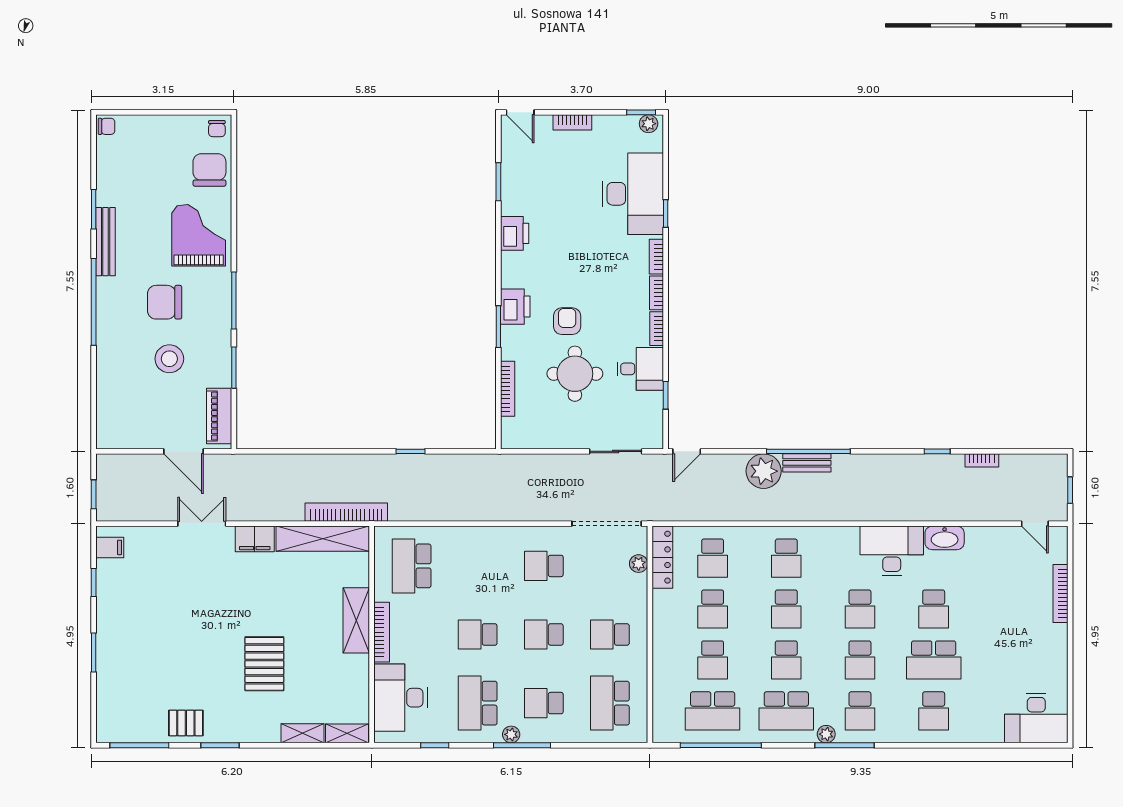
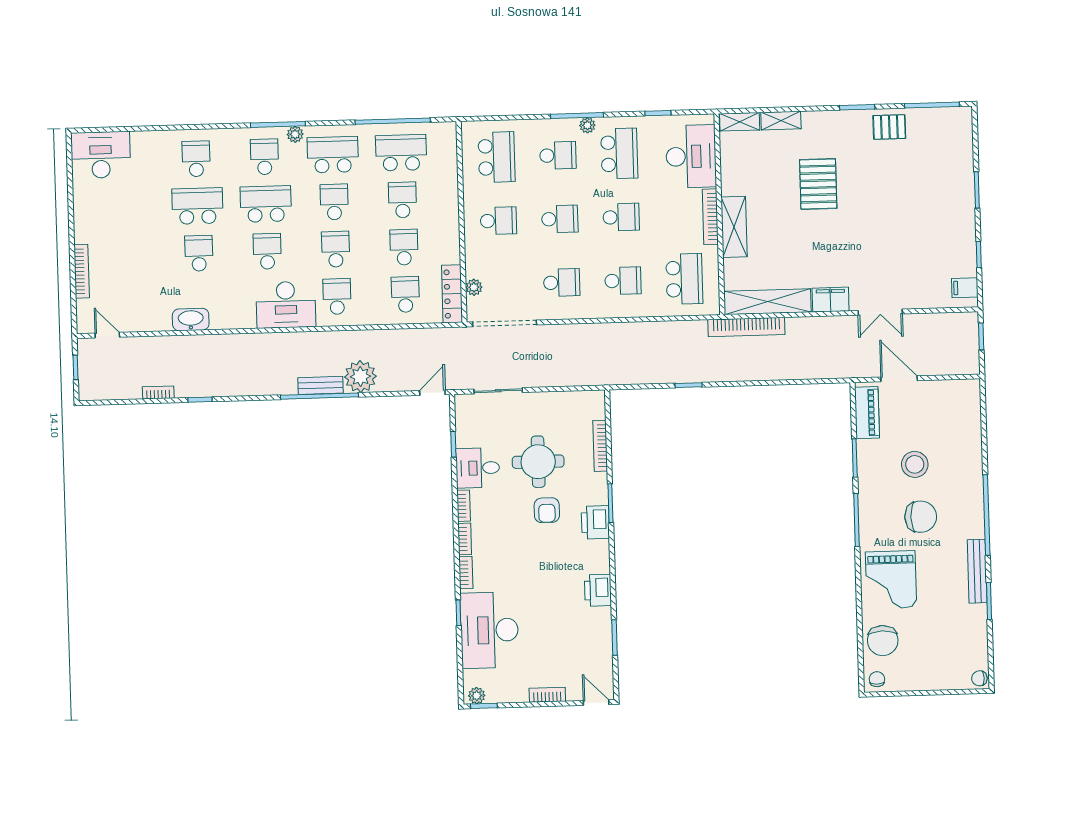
desk: (892, 551) -> (286, 305), moved
school desk: (478, 566) -> (623, 281), added
school desk: (860, 660) -> (266, 204), width x1.85

